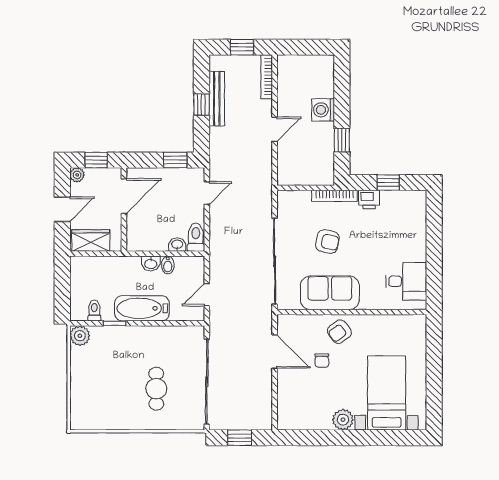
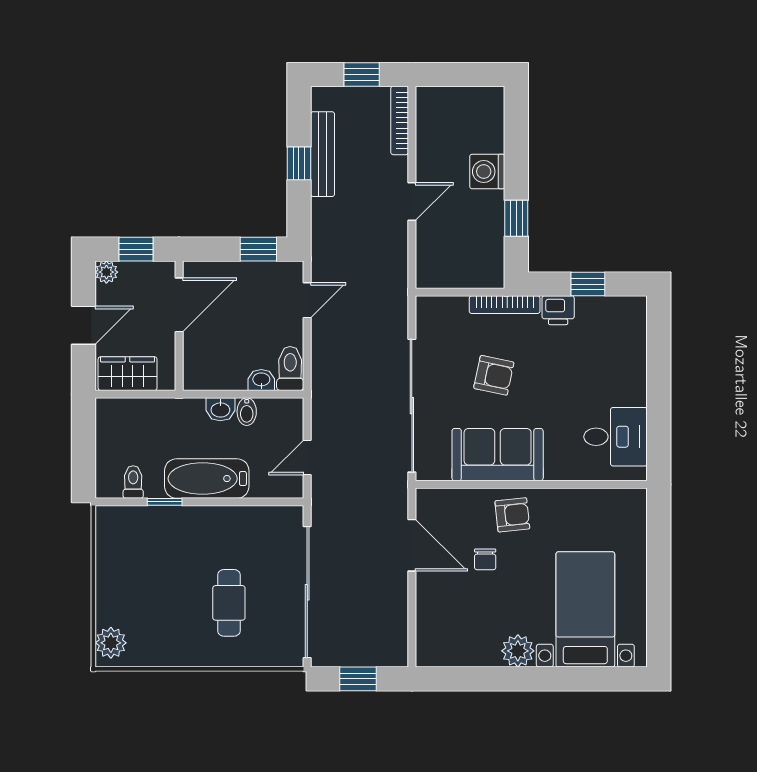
armchair: (339, 332) -> (512, 515), turned -150
plant: (80, 336) -> (111, 643), moved

